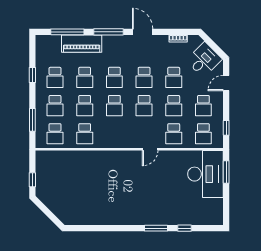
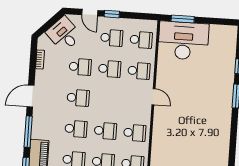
school desk: (144, 106) -> (135, 133), moved
window: (226, 128) -> (112, 14), moved

